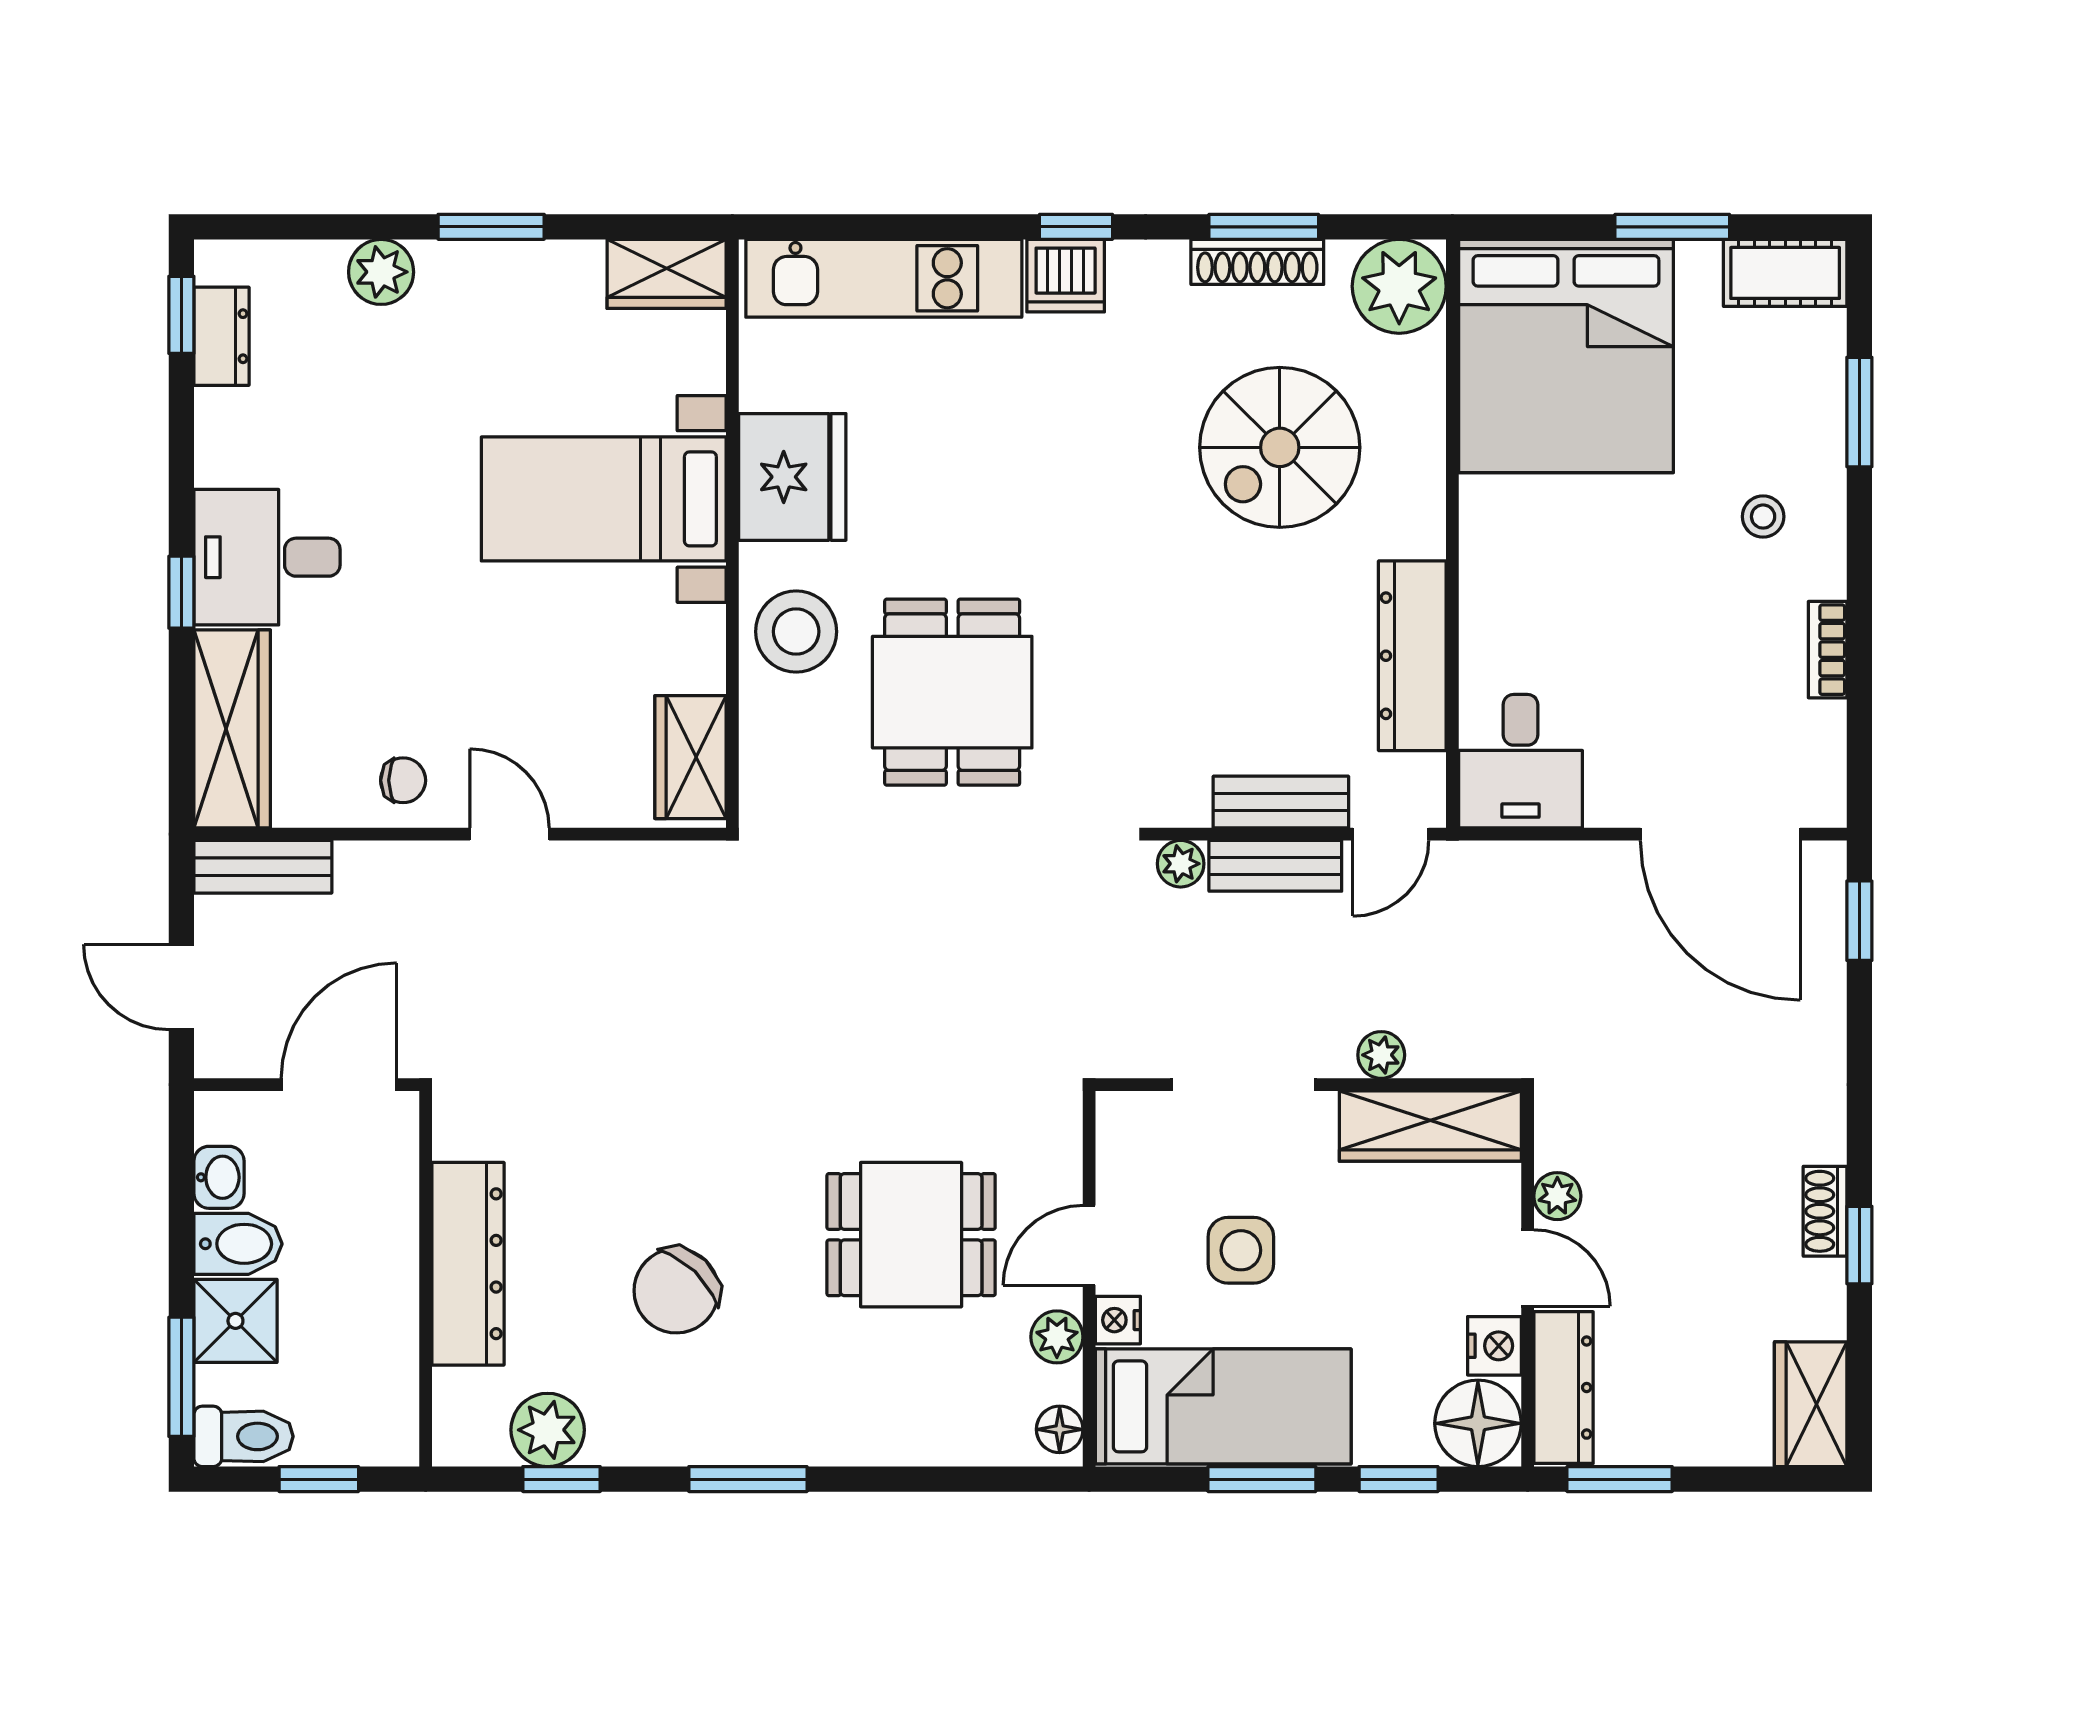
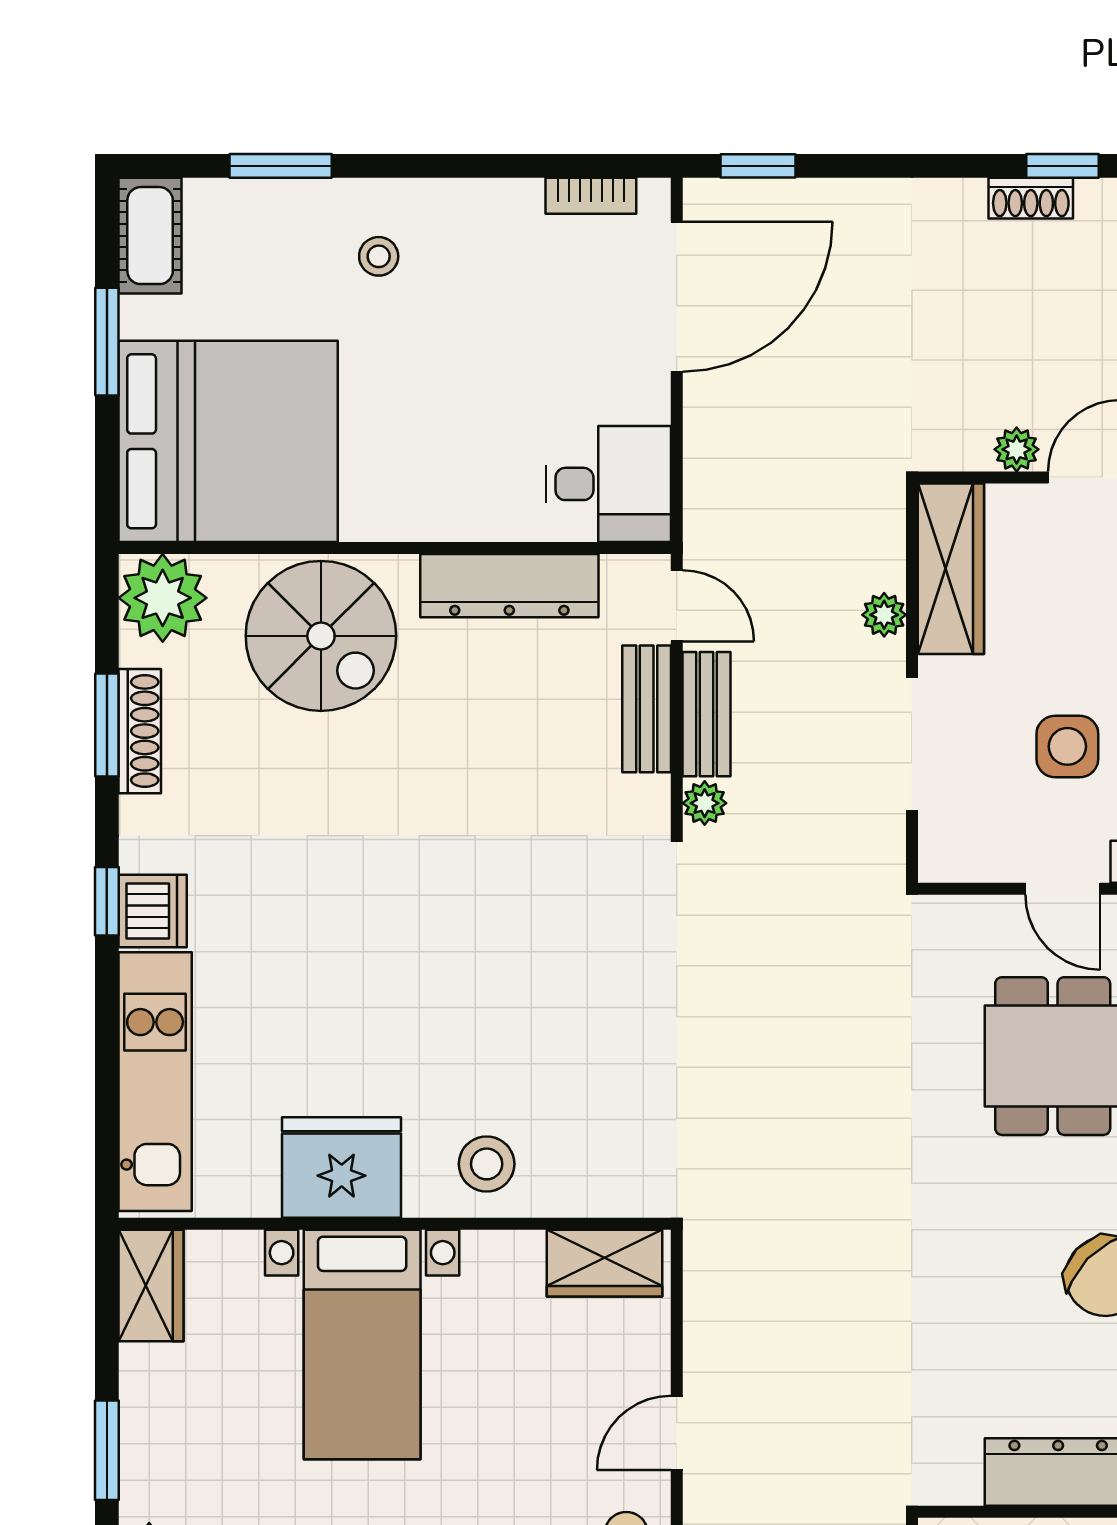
spiral stairs: (1280, 447) -> (321, 636), moved
stool: (796, 632) -> (487, 1164), width x0.73, depth x0.73
bookcase: (1828, 650) -> (591, 196), moved
dining table: (952, 692) -> (544, 1017), removed

